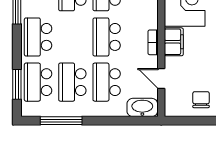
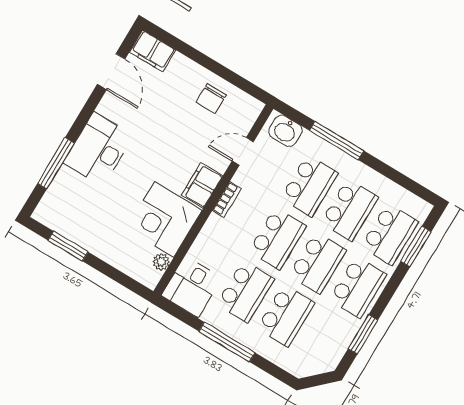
school desk: (72, 37) -> (318, 263), added
door: (161, 78) -> (243, 151), swing flipped
washbasin: (142, 107) -> (285, 131), width x0.72
window: (61, 121) -> (337, 141), moved

